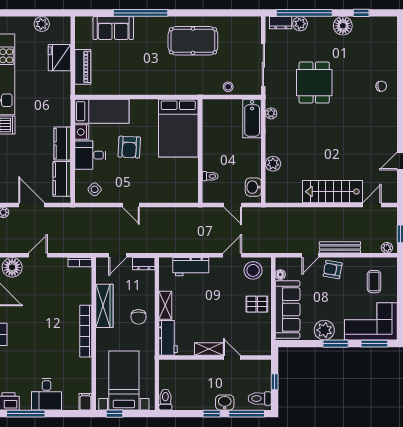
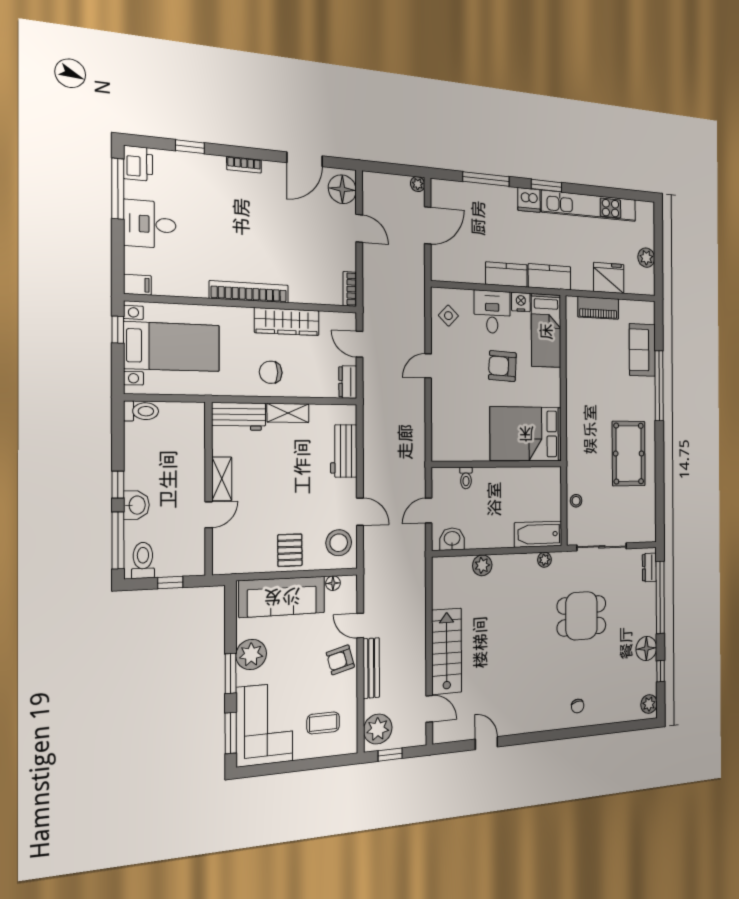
plant: (300, 24) -> (649, 704), moved
kitchen counter: (62, 179) -> (550, 277), moved
plant: (387, 248) -> (378, 729), width x1.88, depth x1.88
armchair: (333, 270) -> (340, 660), turned -115

